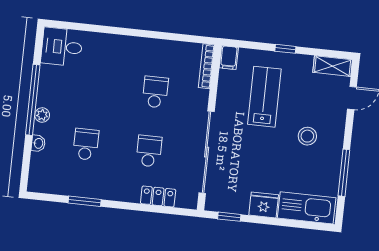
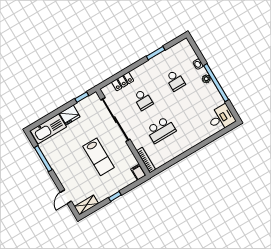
school desk: (155, 92) -> (161, 130), width x1.85
lab bench: (264, 97) -> (99, 157), moved
stool: (307, 136) -> (73, 163), removed

